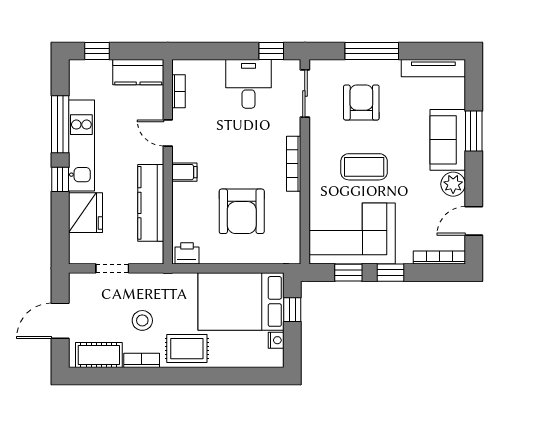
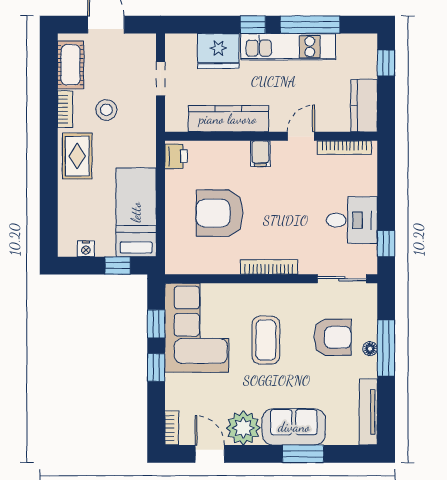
floor lamp: (372, 66) -> (370, 349), added
bookcase: (179, 91) -> (344, 148), width x1.56
plant: (453, 184) -> (243, 428), width x1.36, depth x1.36
bookcase: (439, 258) -> (172, 428), width x0.64
bed: (241, 301) -> (136, 212), width x0.67

